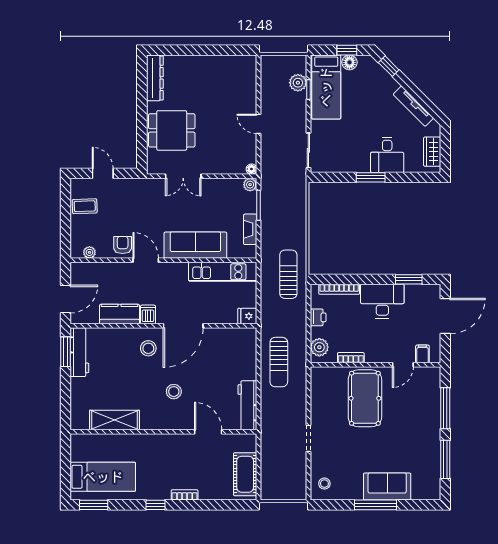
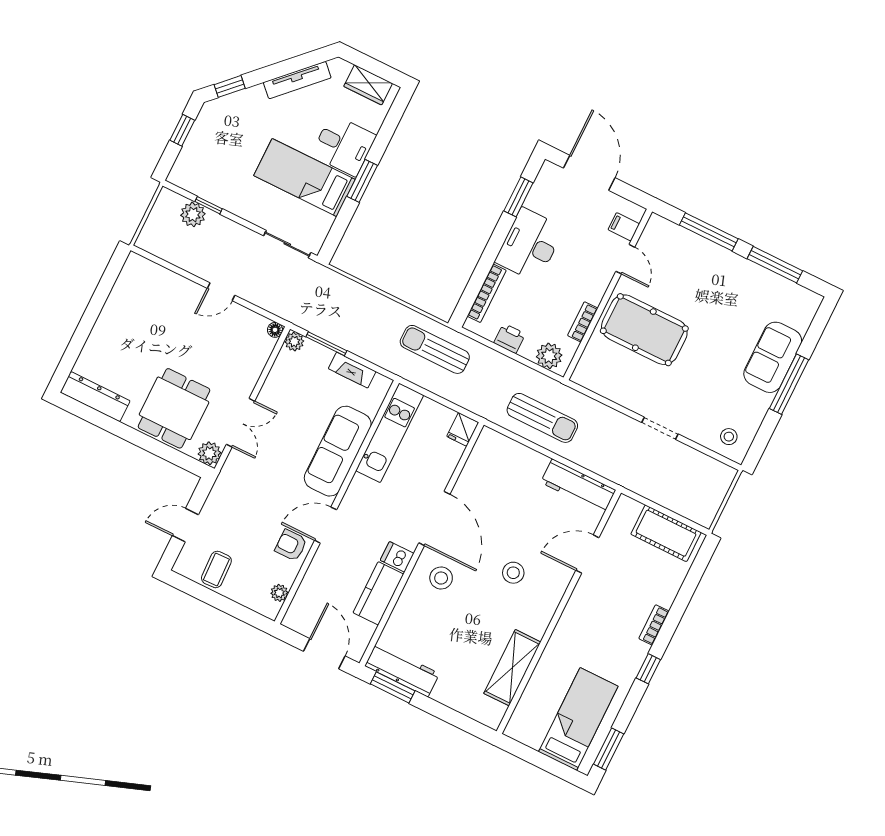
floor lamp: (349, 62) -> (200, 135), removed
bed: (326, 87) -> (304, 178), moved, turned 180
plant: (155, 166) -> (209, 453), added

